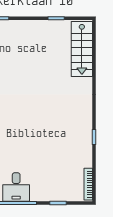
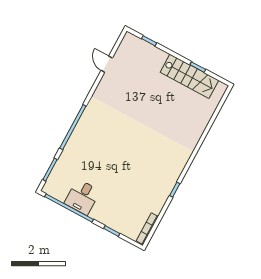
stairs: (82, 49) -> (189, 76), moved, turned -90

